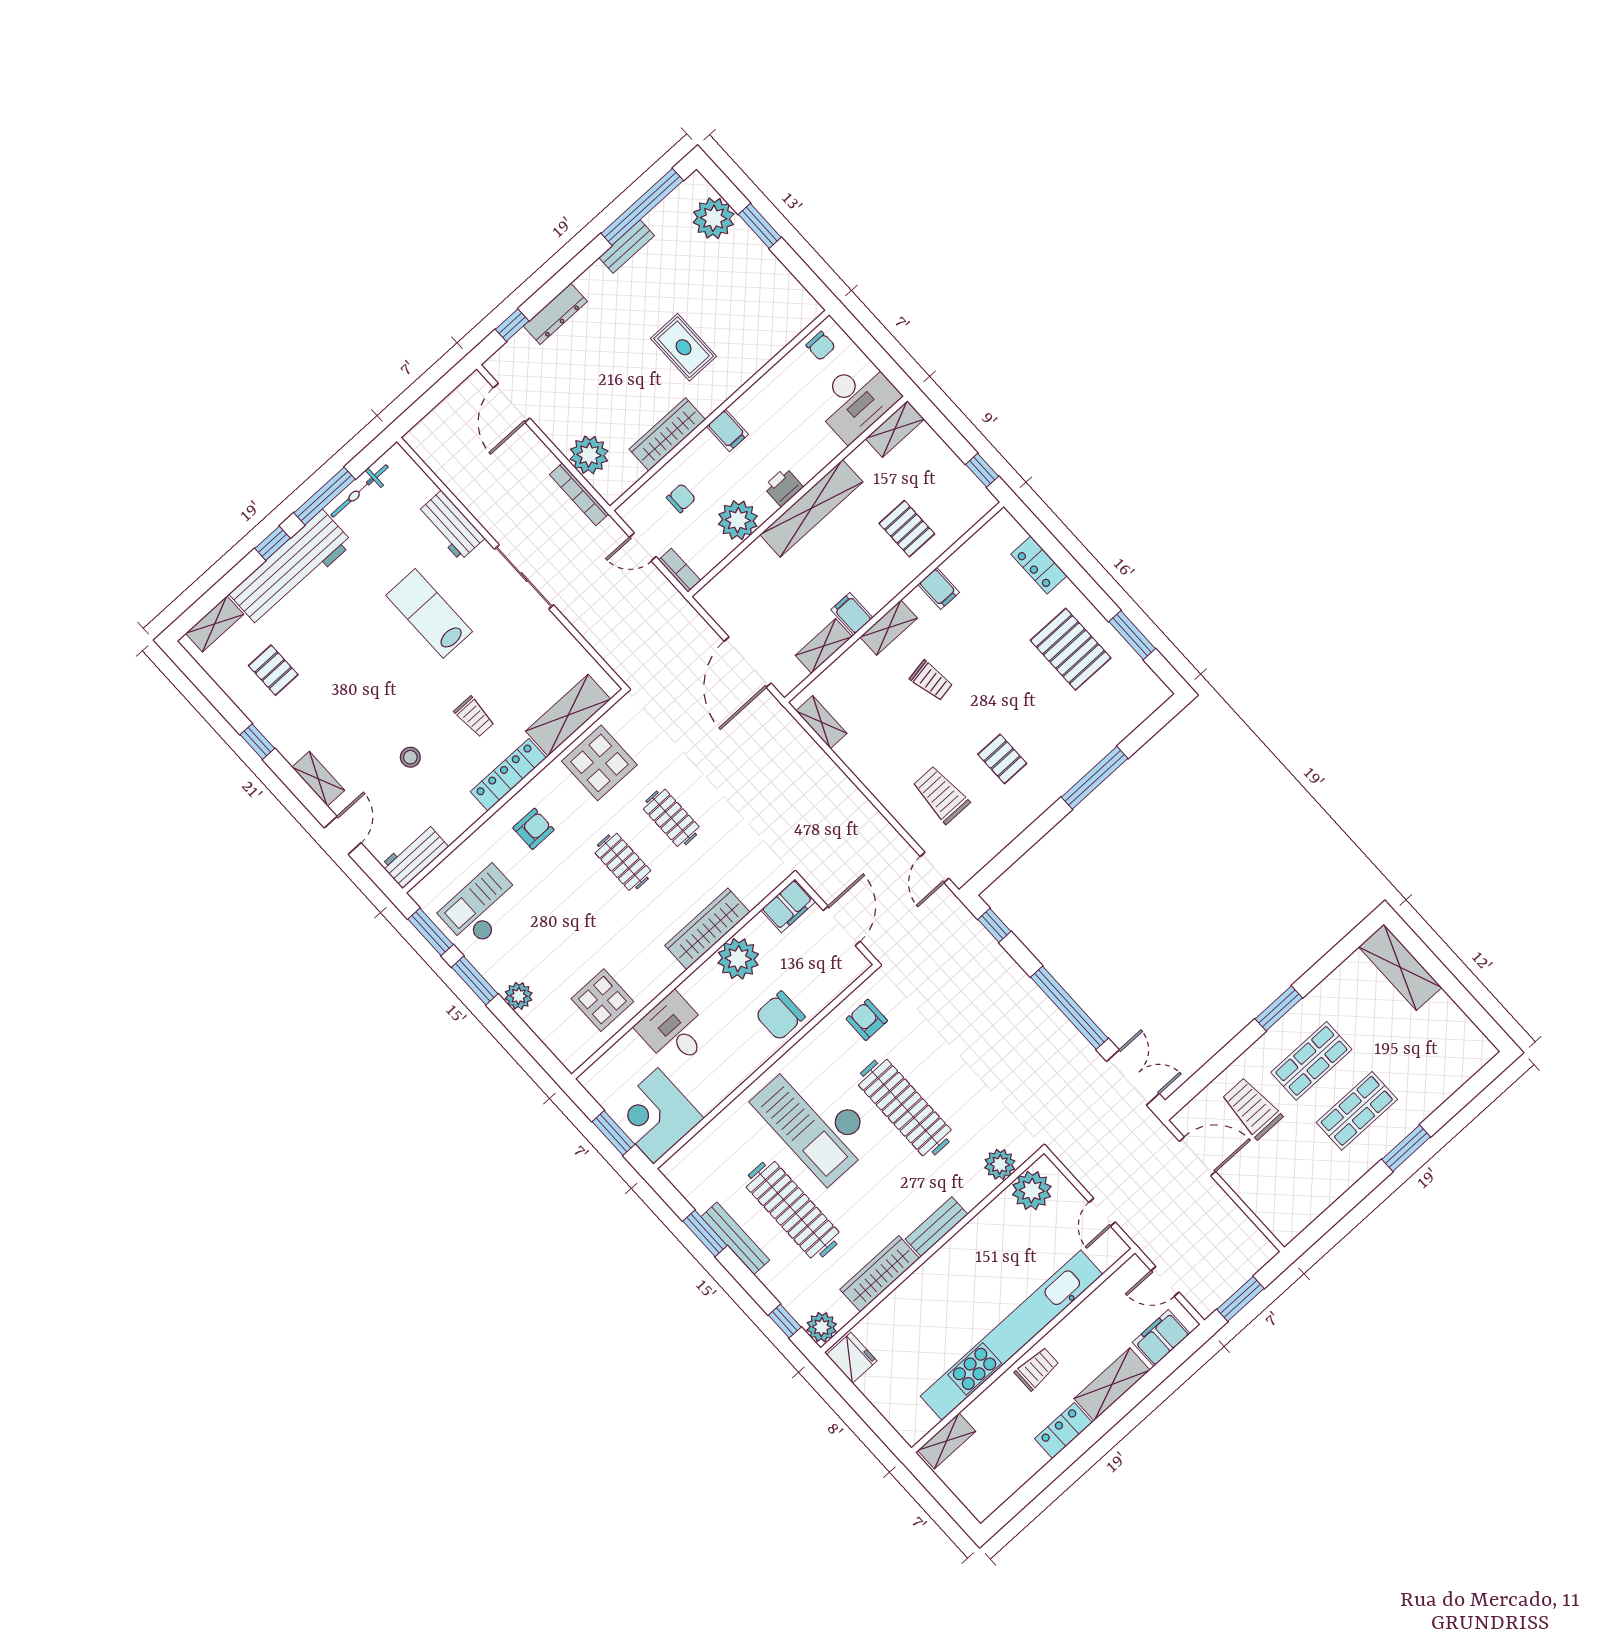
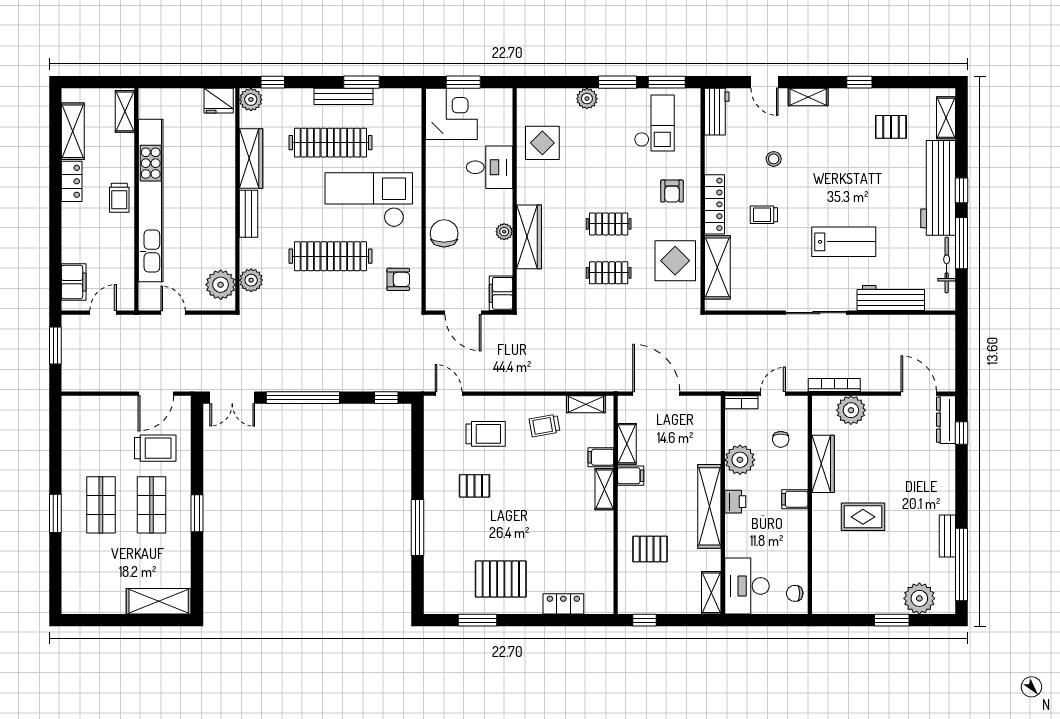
dresser: (555, 314) -> (946, 420), moved
workbench: (451, 526) -> (891, 298), width x1.38
filing cabinet: (939, 588) -> (601, 457), moved
trolley: (931, 681) -> (545, 426), moved
plant: (738, 959) -> (504, 232), width x0.53, depth x0.53
shelving: (1112, 1384) -> (73, 131), moved

